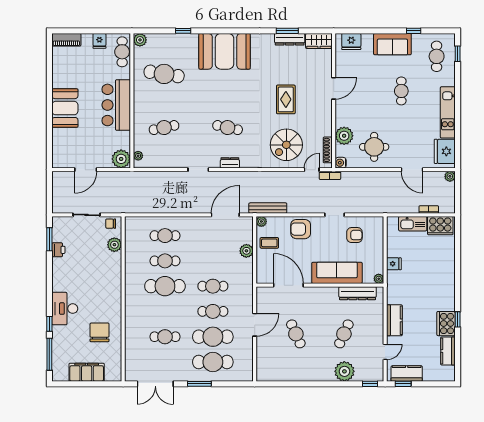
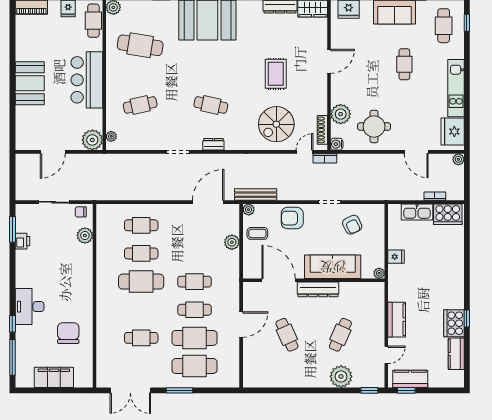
armchair: (354, 235) -> (352, 225), turned 64
dresser: (358, 293) -> (318, 289), moved

